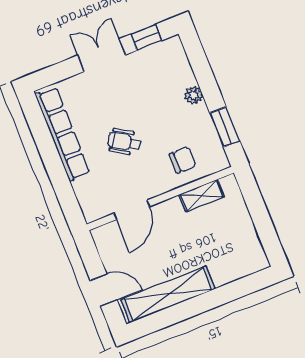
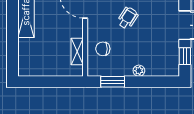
chair: (183, 160) -> (103, 49), turned 90

